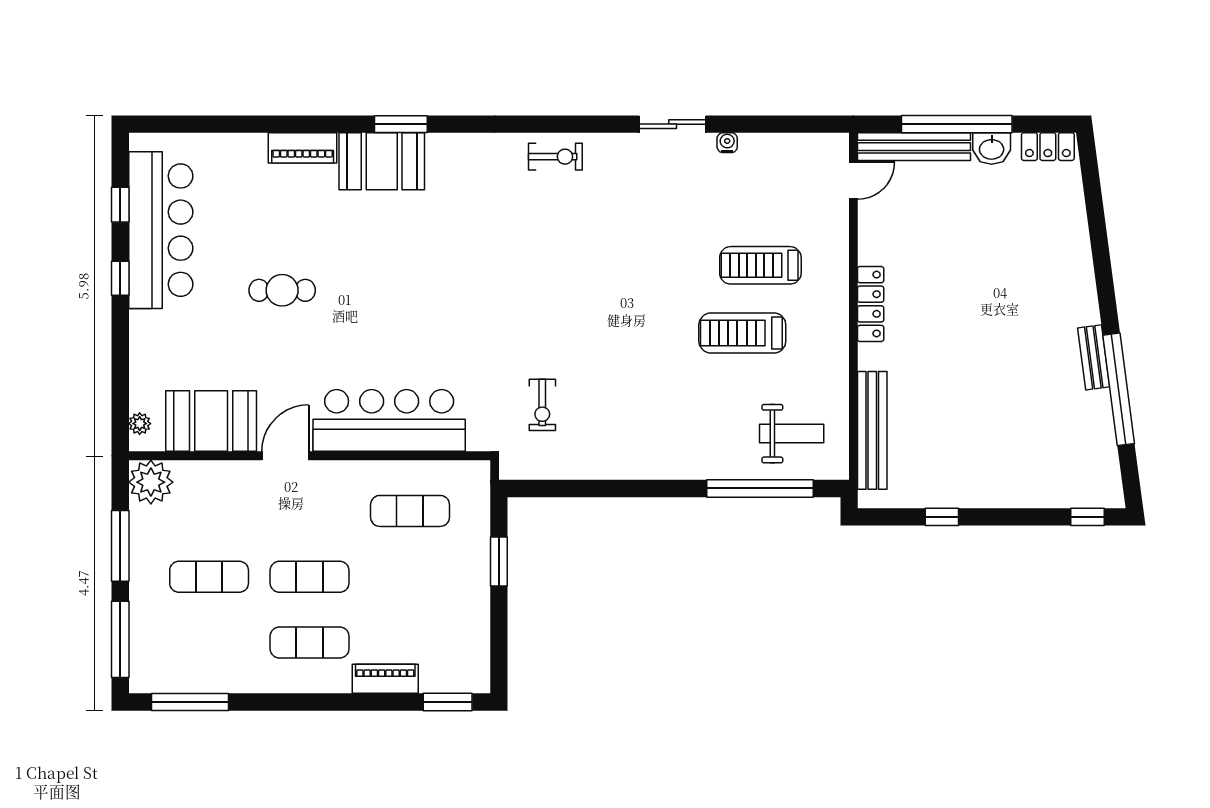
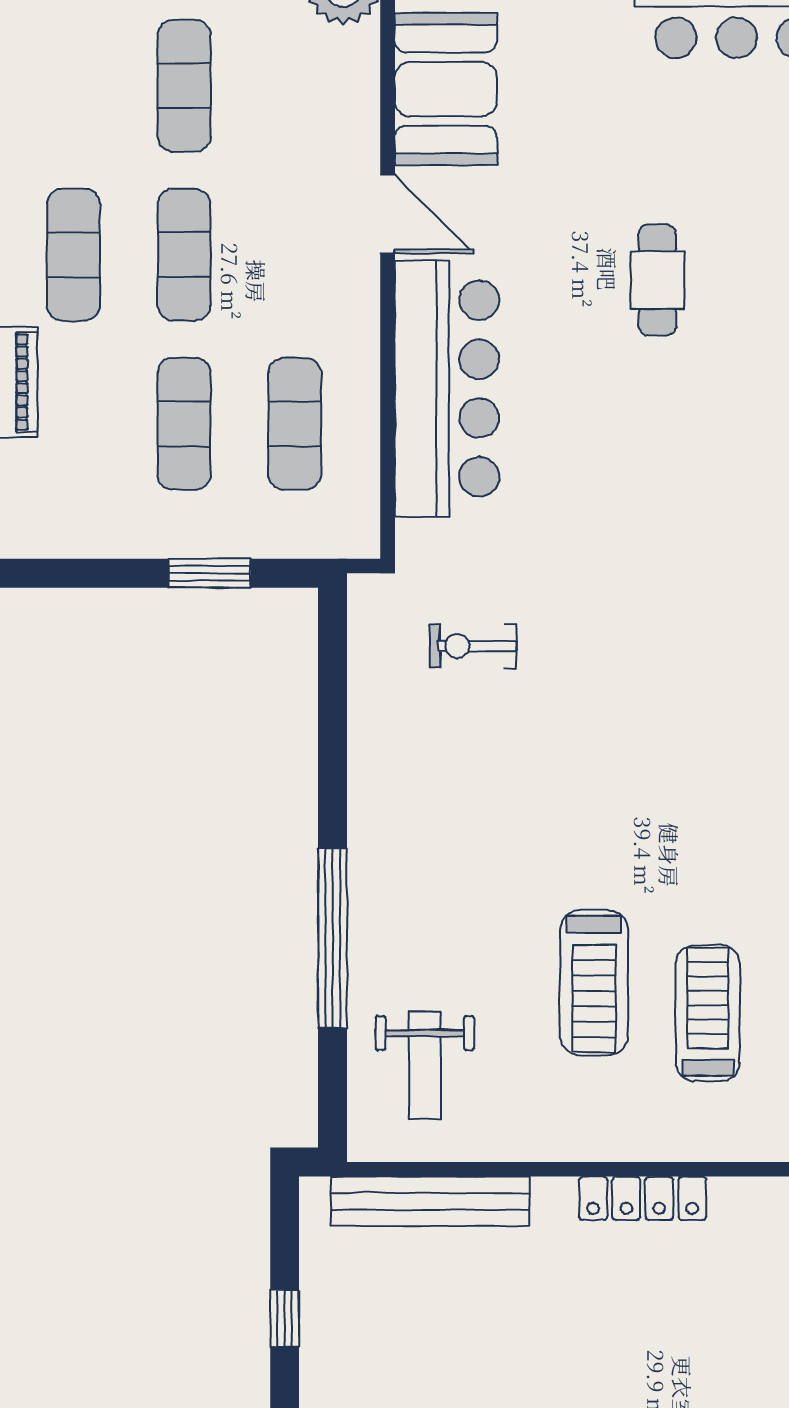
cafe table: (282, 290) -> (657, 280), moved
treadmill: (742, 333) -> (594, 983), turned 180
window: (760, 488) -> (333, 938), moved
exercise mat: (410, 577) -> (184, 424), added

